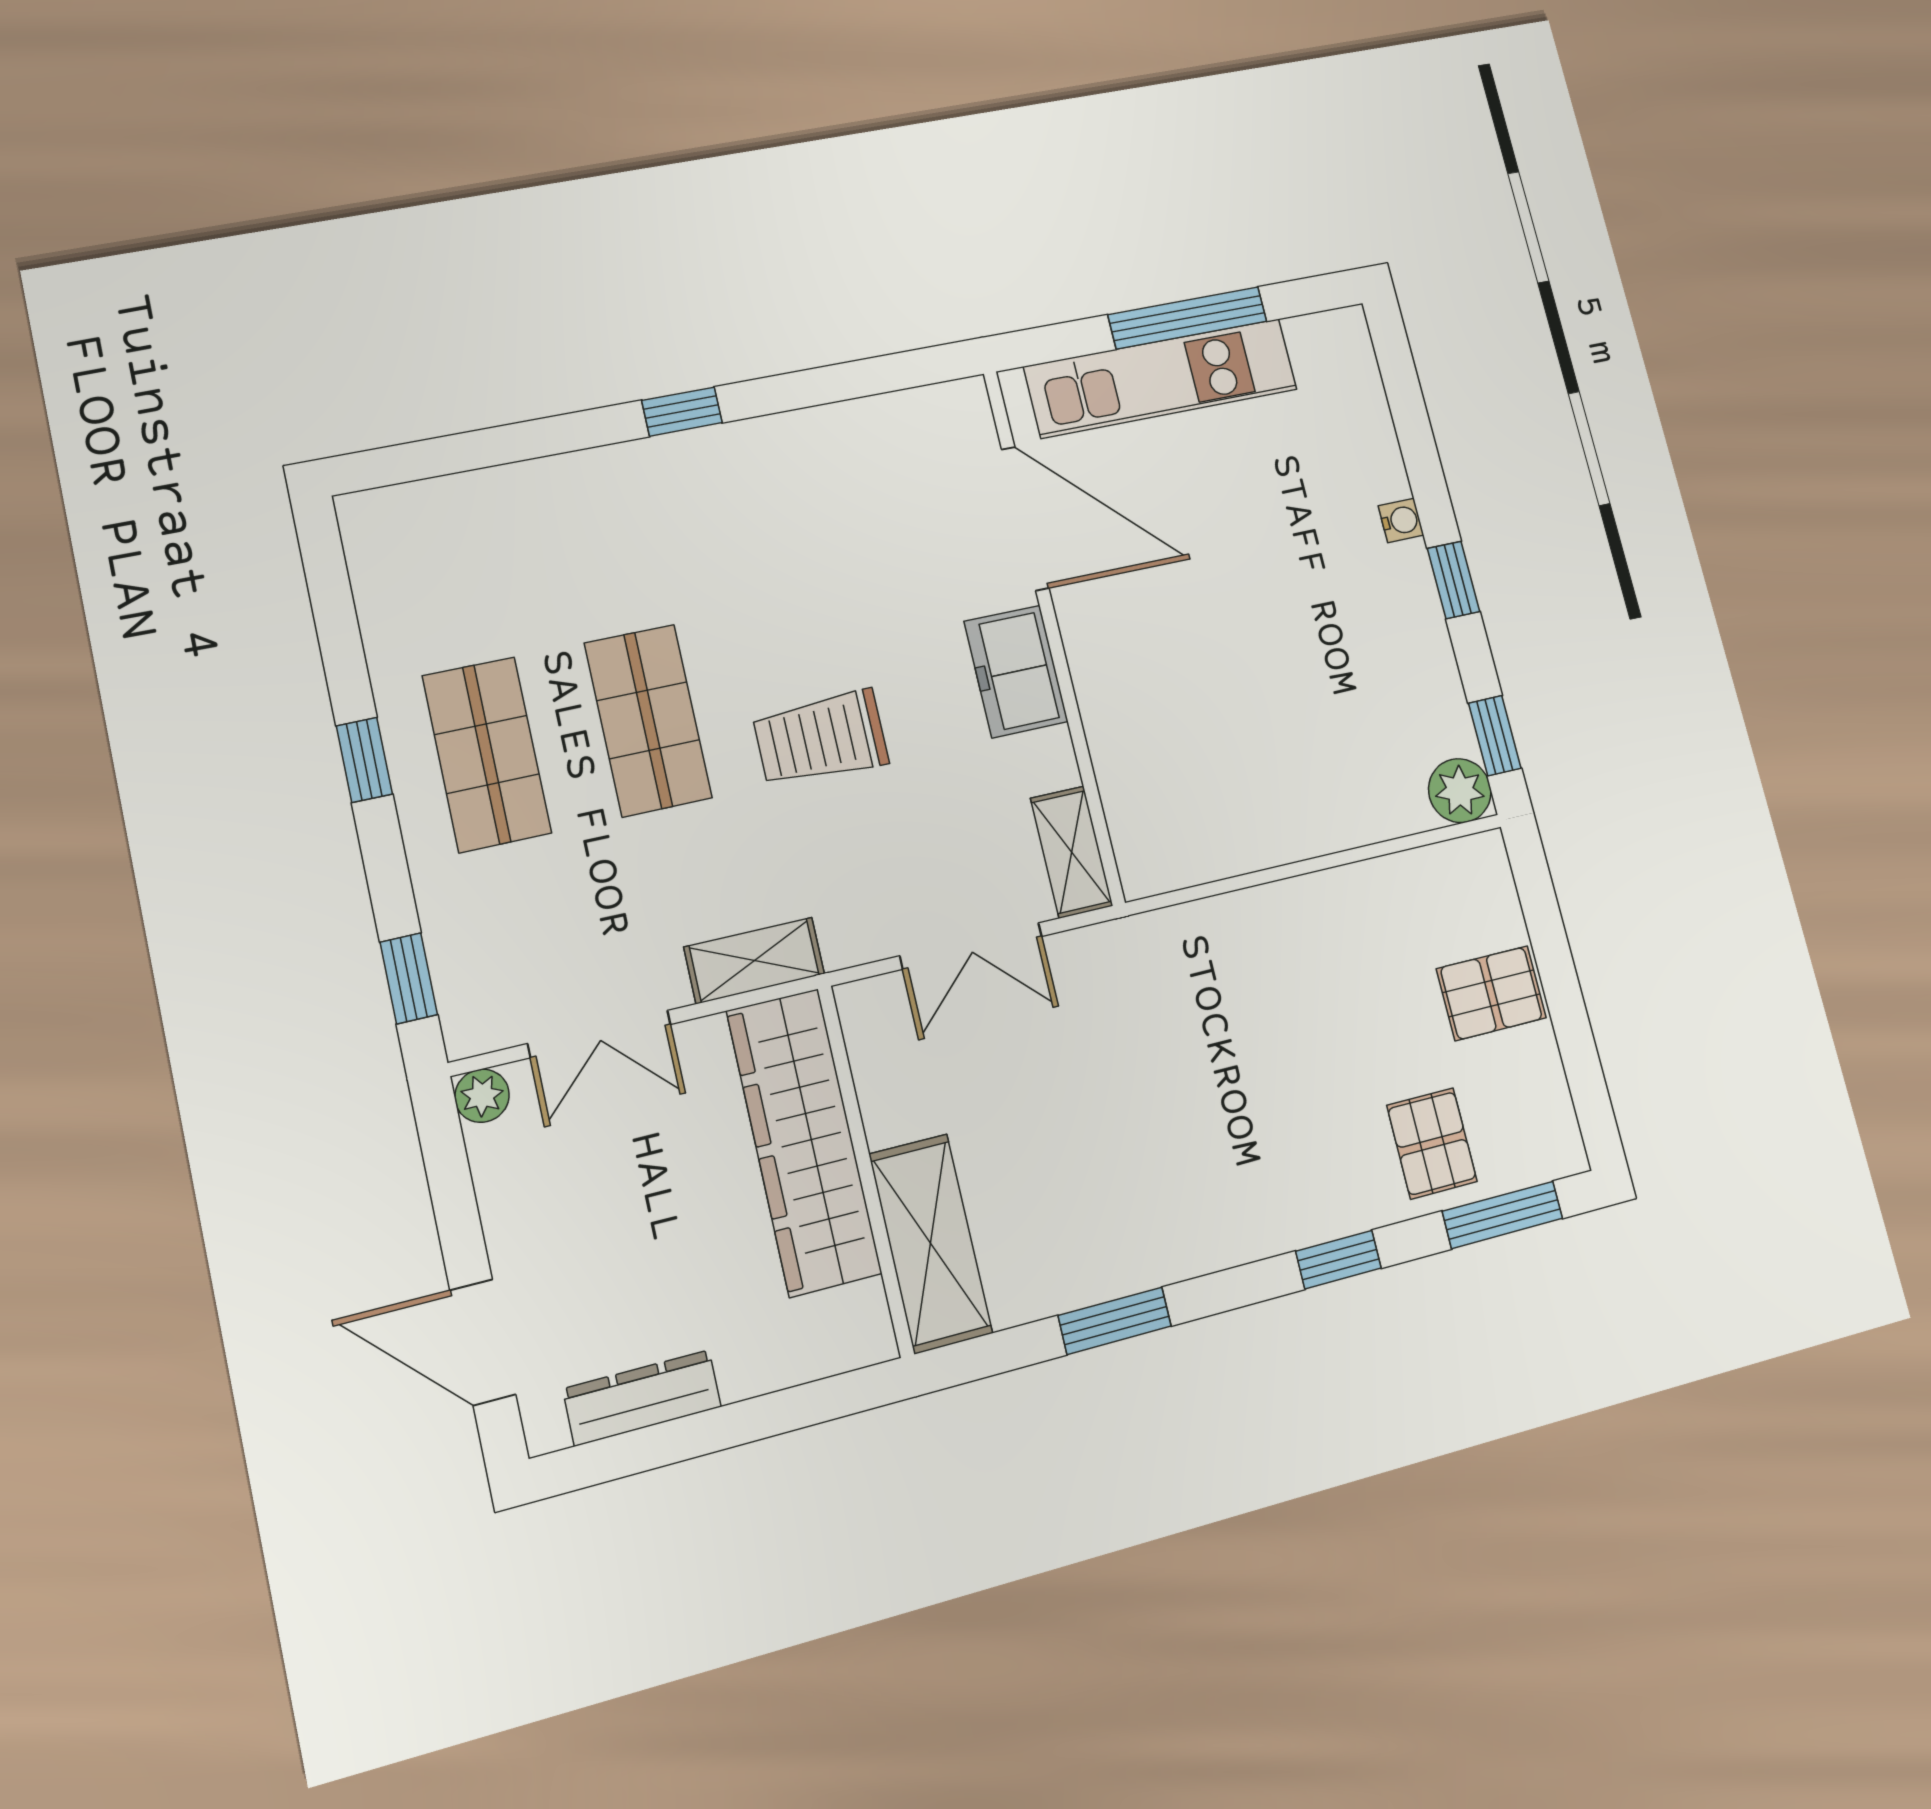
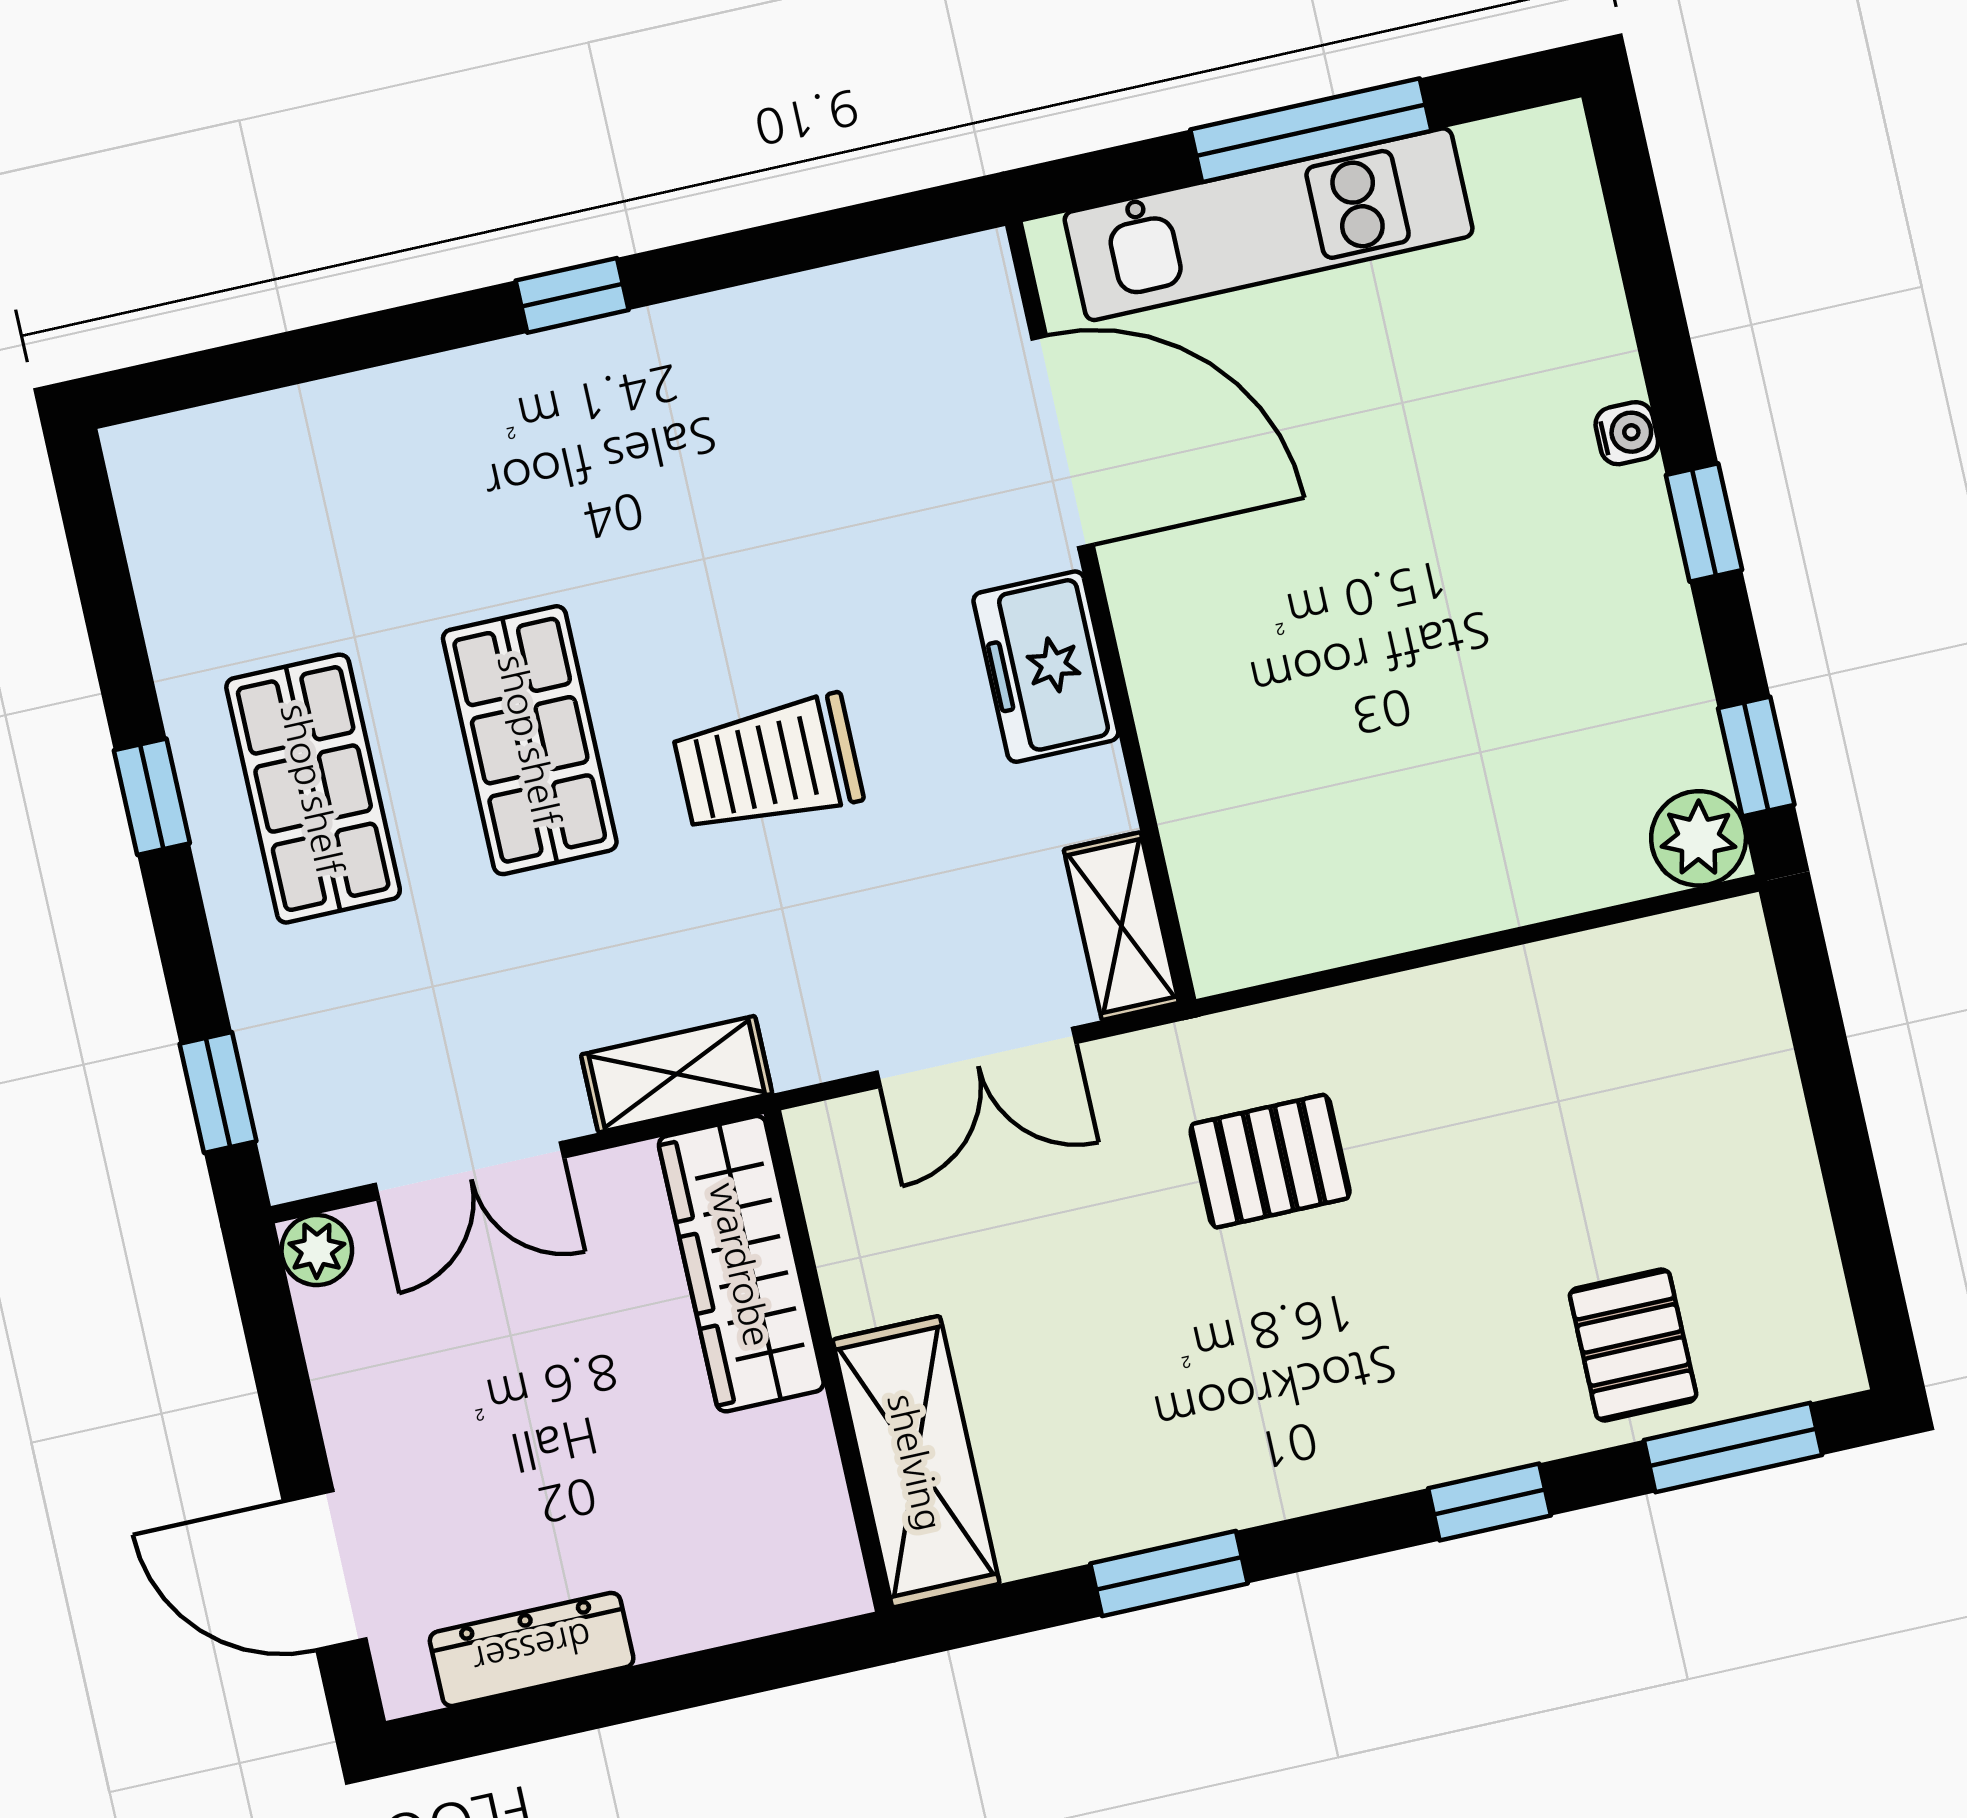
pallet: (1491, 993) -> (1270, 1161), moved
wardrobe: (804, 1142) -> (741, 1264), width x0.71, depth x0.85

